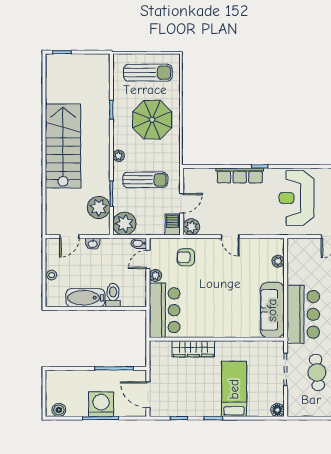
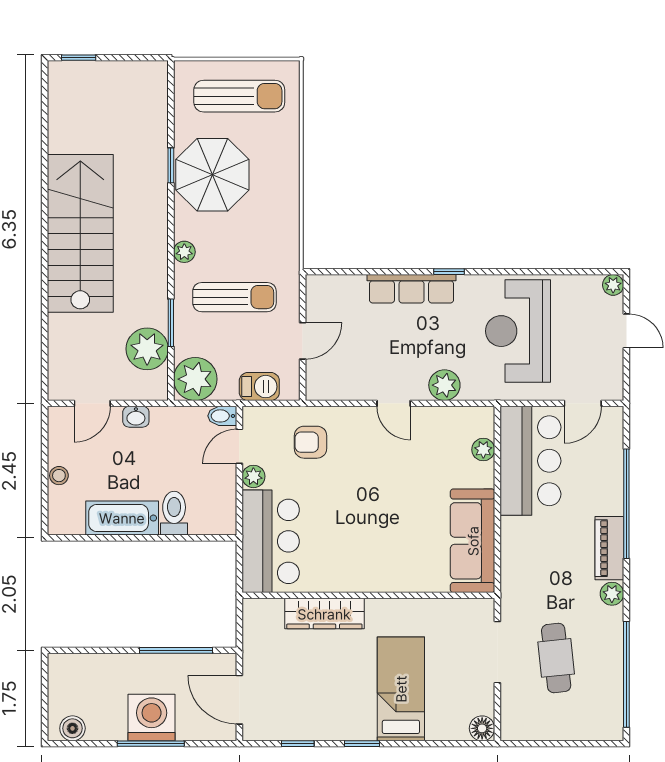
parasol: (152, 120) -> (212, 175), moved
barbecue: (173, 225) -> (259, 387), moved, turned 90
plant: (191, 227) -> (444, 385), moved
bar counter: (303, 314) -> (530, 461), moved

